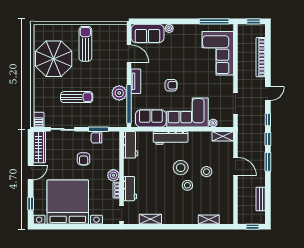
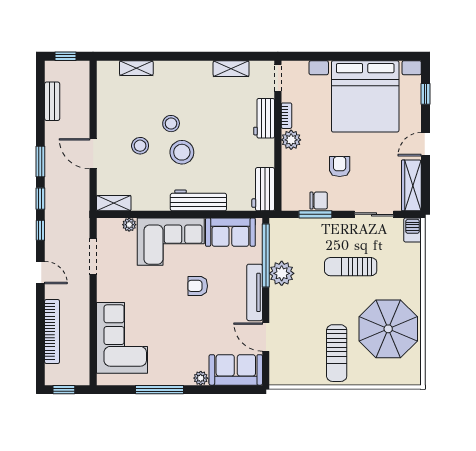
window: (214, 21) -> (159, 390), moved
tv unit: (136, 81) -> (255, 292), width x1.41
door: (268, 93) -> (40, 273), swing flipped

